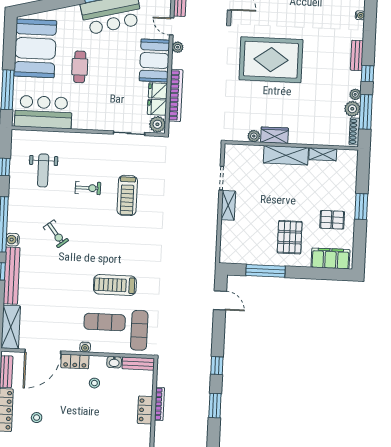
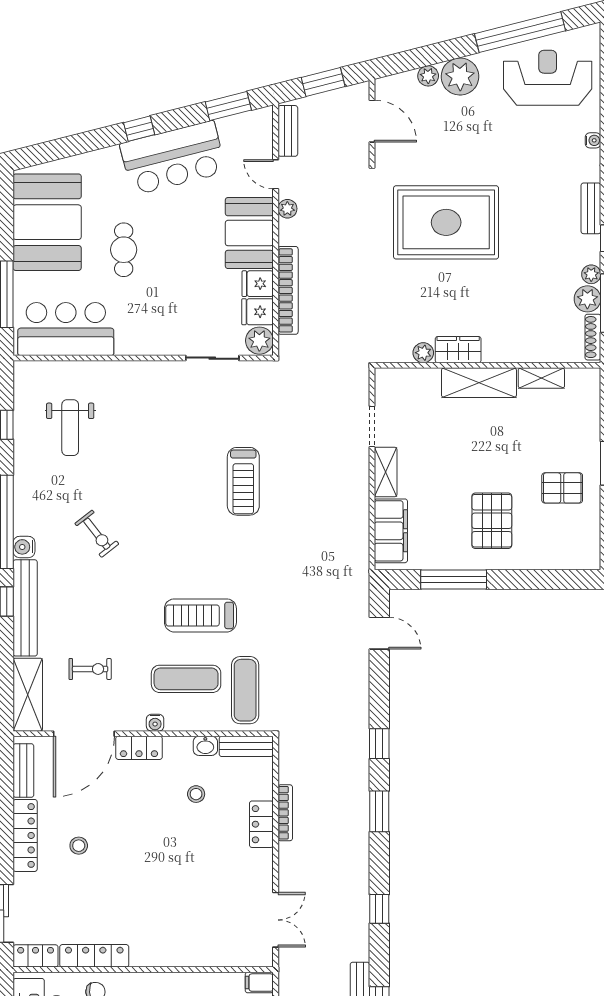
exercise bike: (88, 188) -> (90, 669), moved
treadmill: (127, 195) -> (243, 481), moved
filing cabinet: (330, 258) -> (391, 531), moved, turned 90
stool: (94, 383) -> (196, 794), moved

